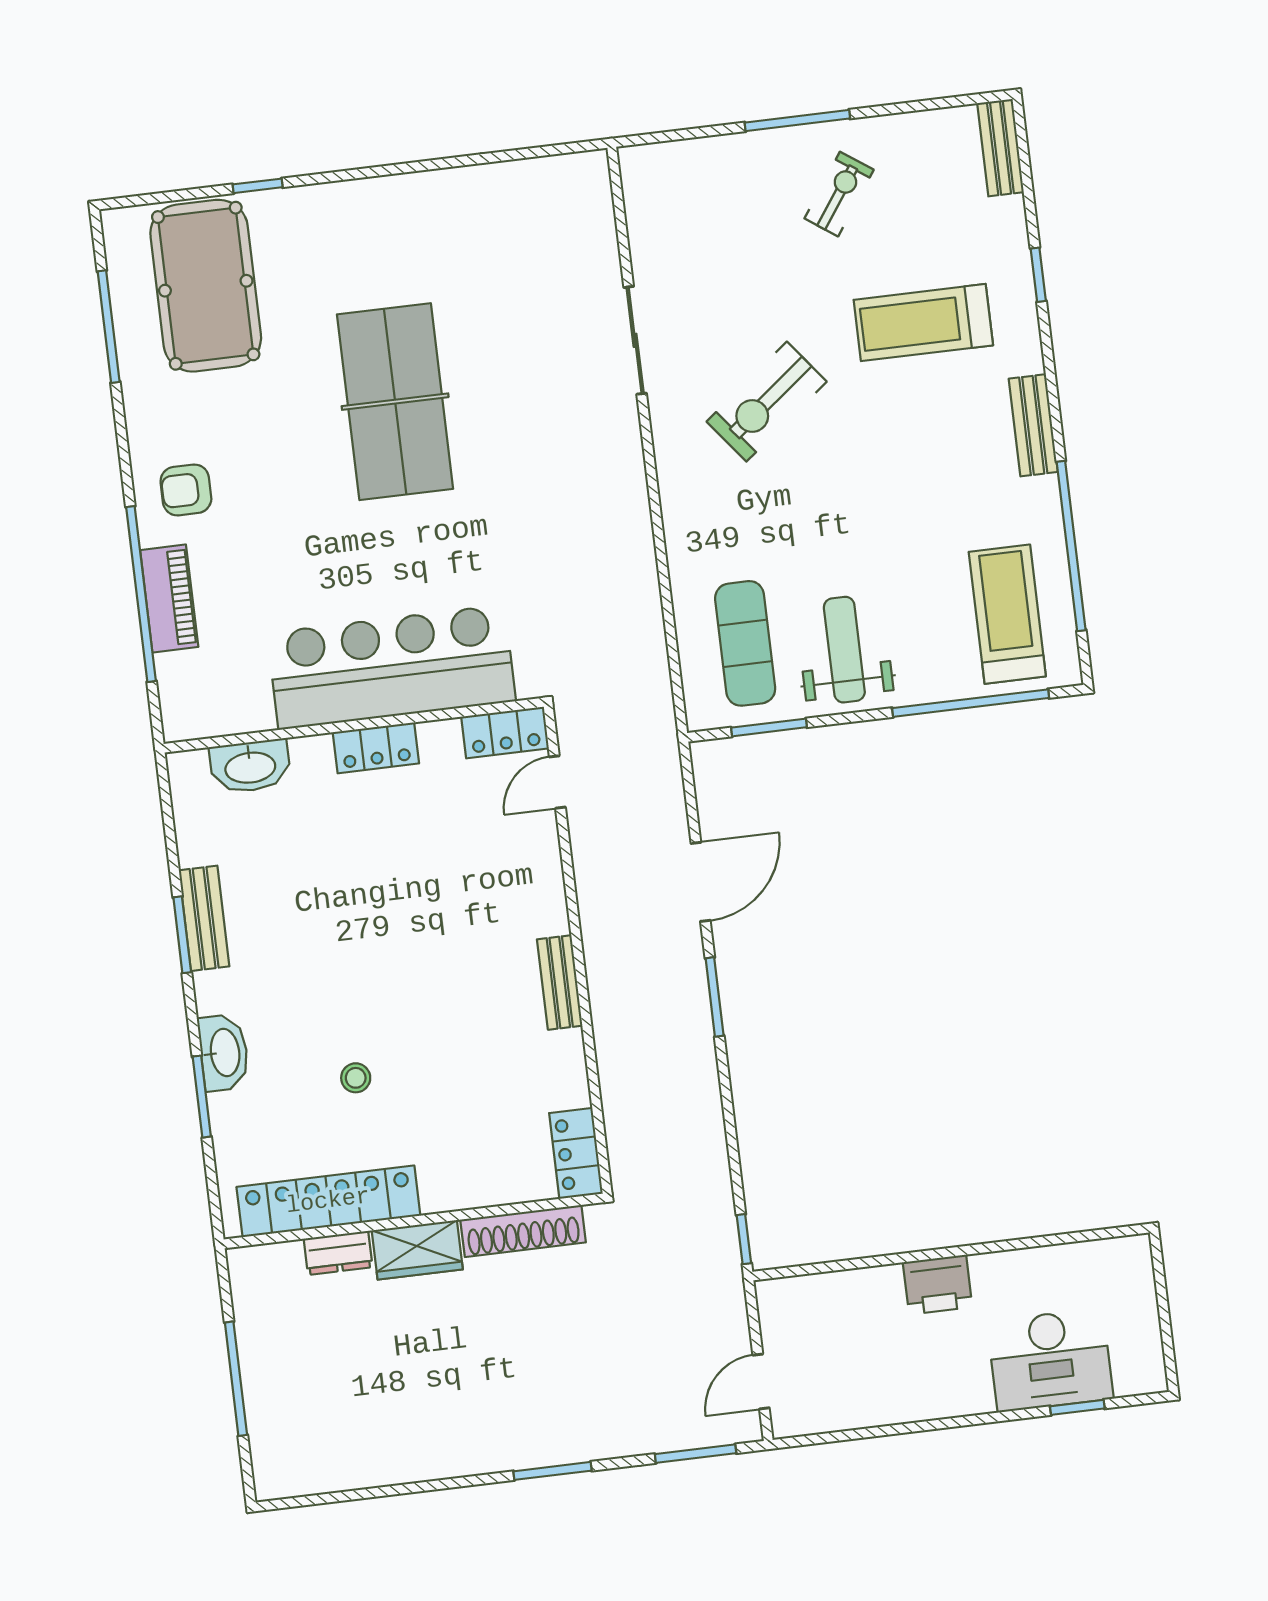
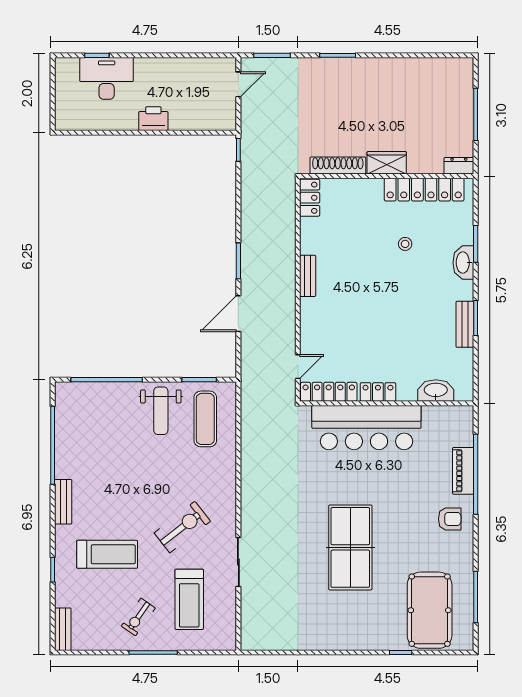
treadmill: (1007, 614) -> (189, 599), moved
locker: (505, 733) -> (329, 392), width x1.53
dresser: (338, 1253) -> (459, 166), moved

